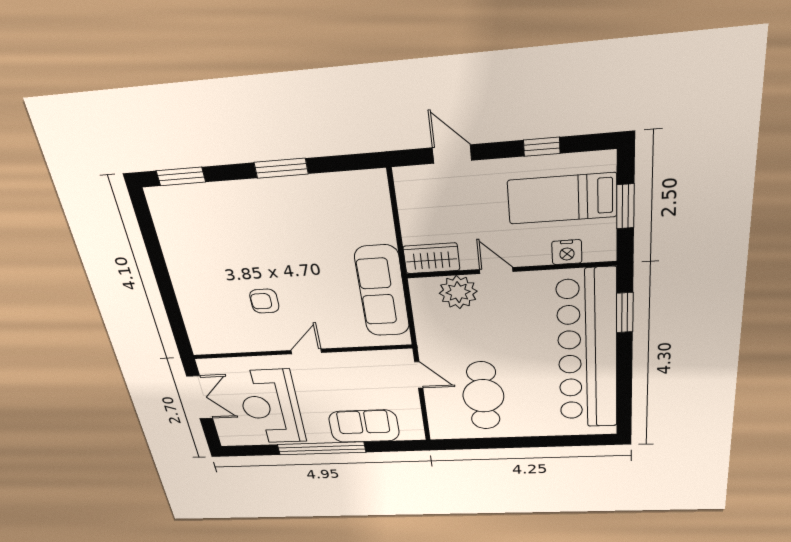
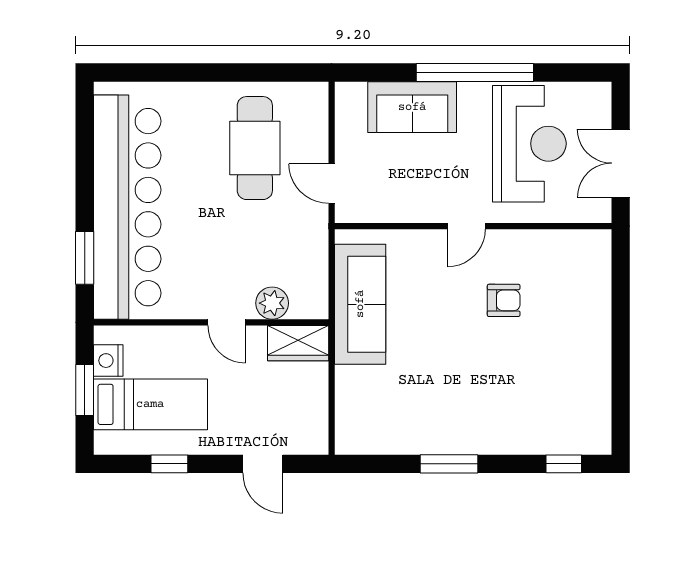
window: (181, 176) -> (564, 464), width x0.67
nightstand: (567, 252) -> (108, 361), moved, turned -90
plant: (458, 292) -> (272, 303), width x0.73, depth x0.73

